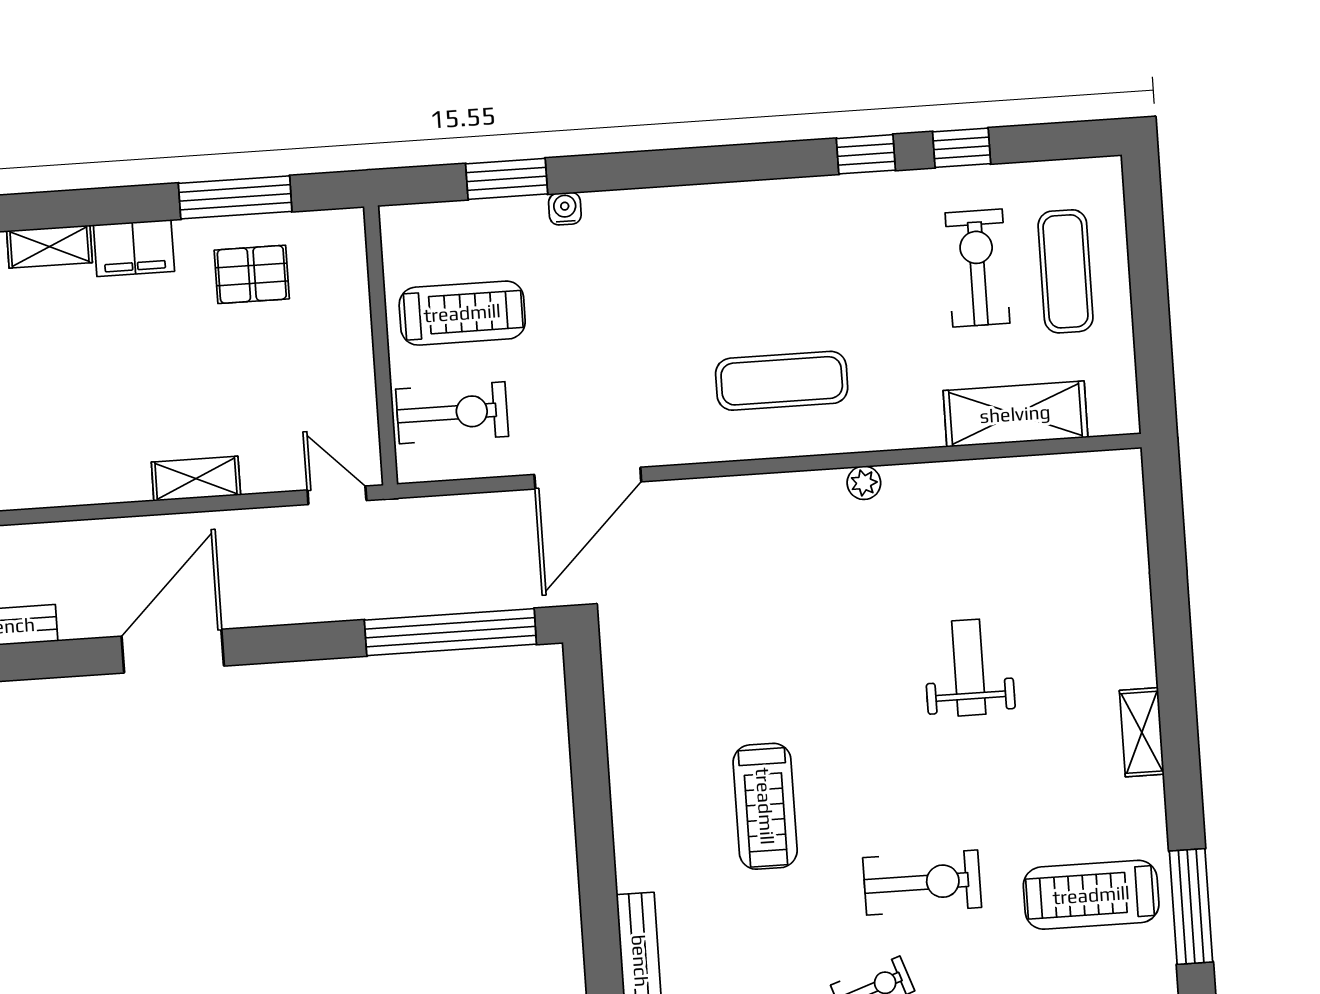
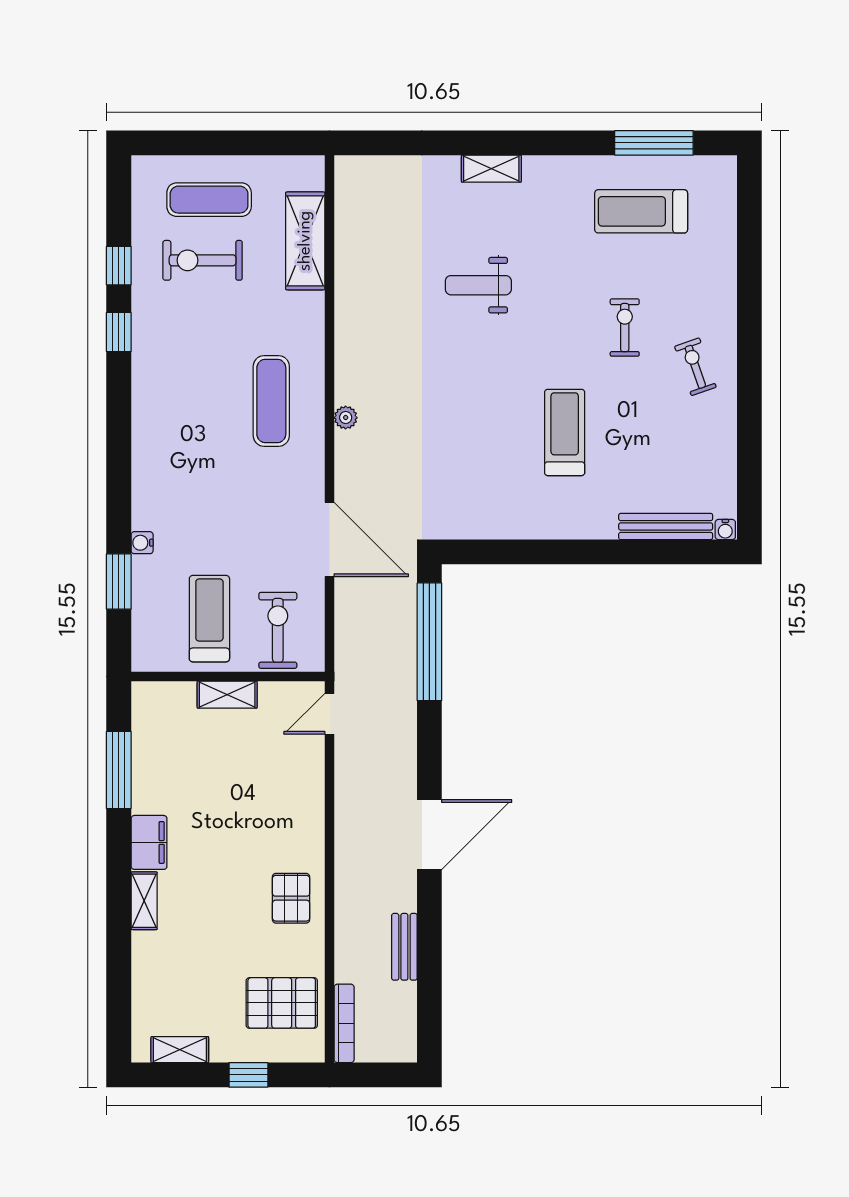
pallet: (252, 274) -> (291, 898), moved
shelving: (196, 479) -> (227, 695), moved, turned 90
plant: (864, 483) -> (346, 418), moved
door: (173, 651) -> (429, 835), swing flipped
shelving: (1142, 732) -> (491, 169), moved
treadmill: (765, 806) -> (565, 432), turned -90
exercise bike: (922, 883) -> (625, 328), width x0.73, depth x0.72
treadmill: (1091, 895) -> (641, 211), turned 90

